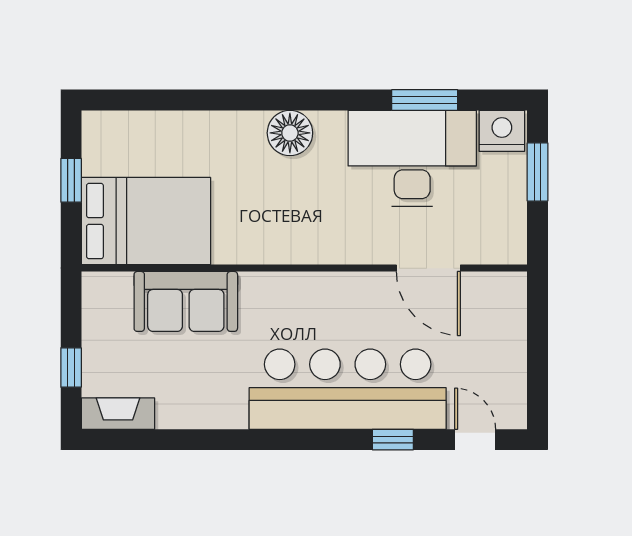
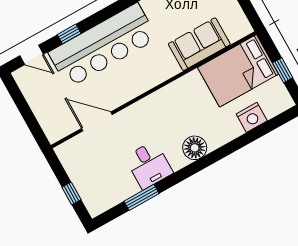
nightstand: (502, 131) -> (252, 117), moved
desk: (412, 158) -> (149, 165), width x0.53, depth x0.77
window: (538, 172) -> (71, 193), width x0.67

